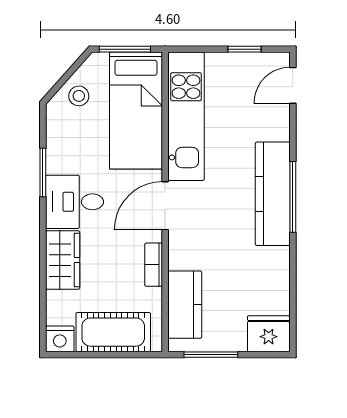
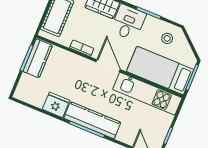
stool: (79, 96) -> (167, 38), moved
kitchen counter: (185, 305) -> (38, 58), moved, turned -90
fridge: (269, 334) -> (56, 105), moved, turned -90

